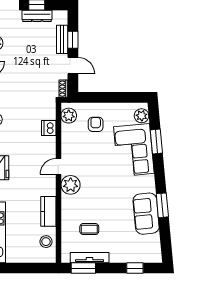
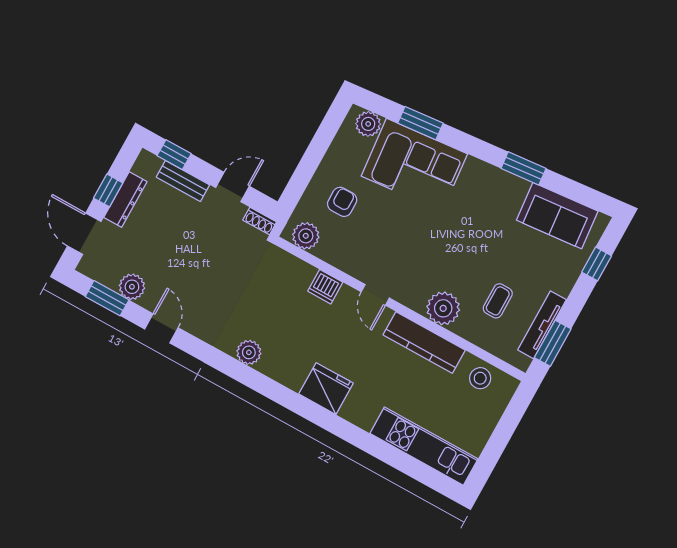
window: (73, 40) -> (174, 155), moved
armchair: (96, 124) -> (342, 202), turned 90
dishwasher: (49, 128) -> (325, 287), moved
plant: (71, 185) -> (443, 308), moved
kitchen counter: (48, 211) -> (424, 342), width x1.50
sofa: (146, 214) -> (557, 216), moved

